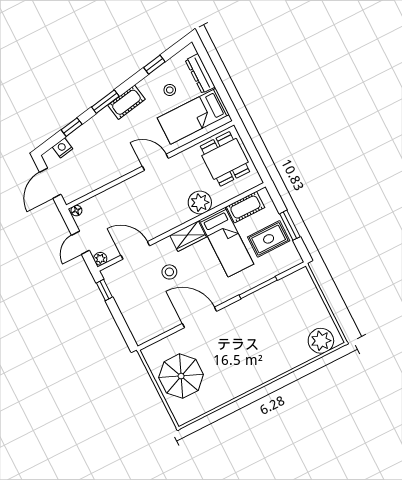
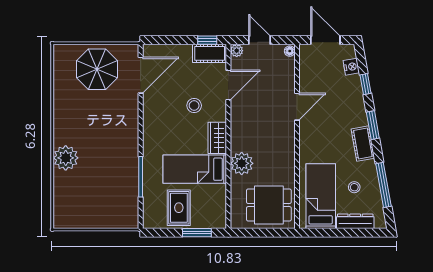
window: (154, 65) -> (383, 185), width x2.17
door: (155, 162) -> (297, 107), moved
cot: (245, 207) -> (210, 53), moved, turned 90
window: (290, 225) -> (197, 233), moved
door: (199, 317) -> (141, 75), moved
plant: (321, 341) -> (66, 158), moved

